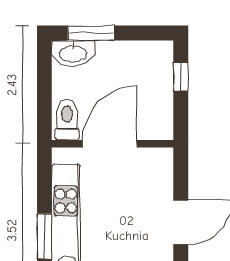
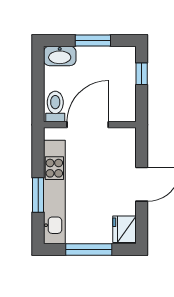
window: (91, 33) -> (93, 41), moved

